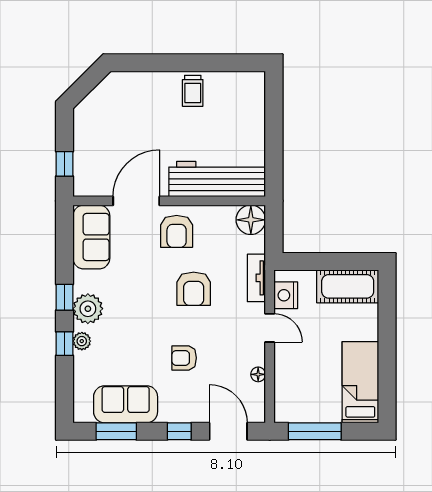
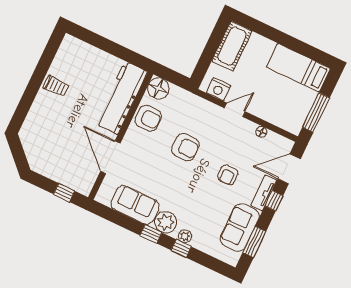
armchair: (177, 231) -> (148, 118), moved
sofa: (91, 237) -> (135, 205), moved
tv unit: (256, 278) -> (264, 193), moved, turned 90

